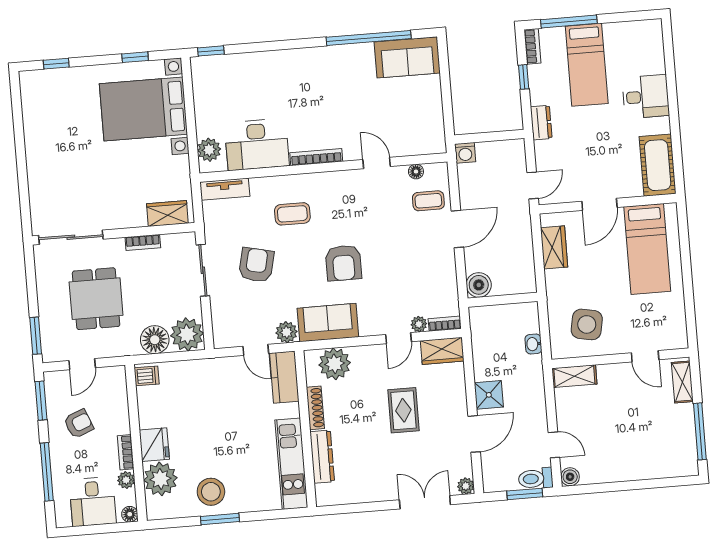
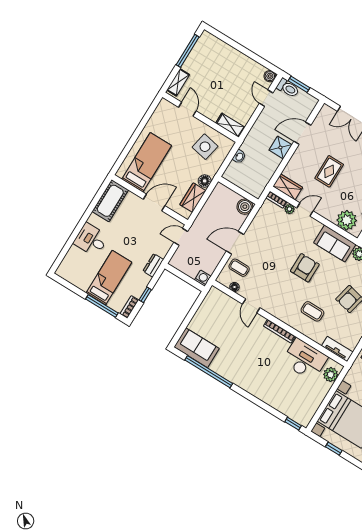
floor lamp: (555, 280) -> (205, 181), added
plant: (466, 486) -> (326, 110), removed

